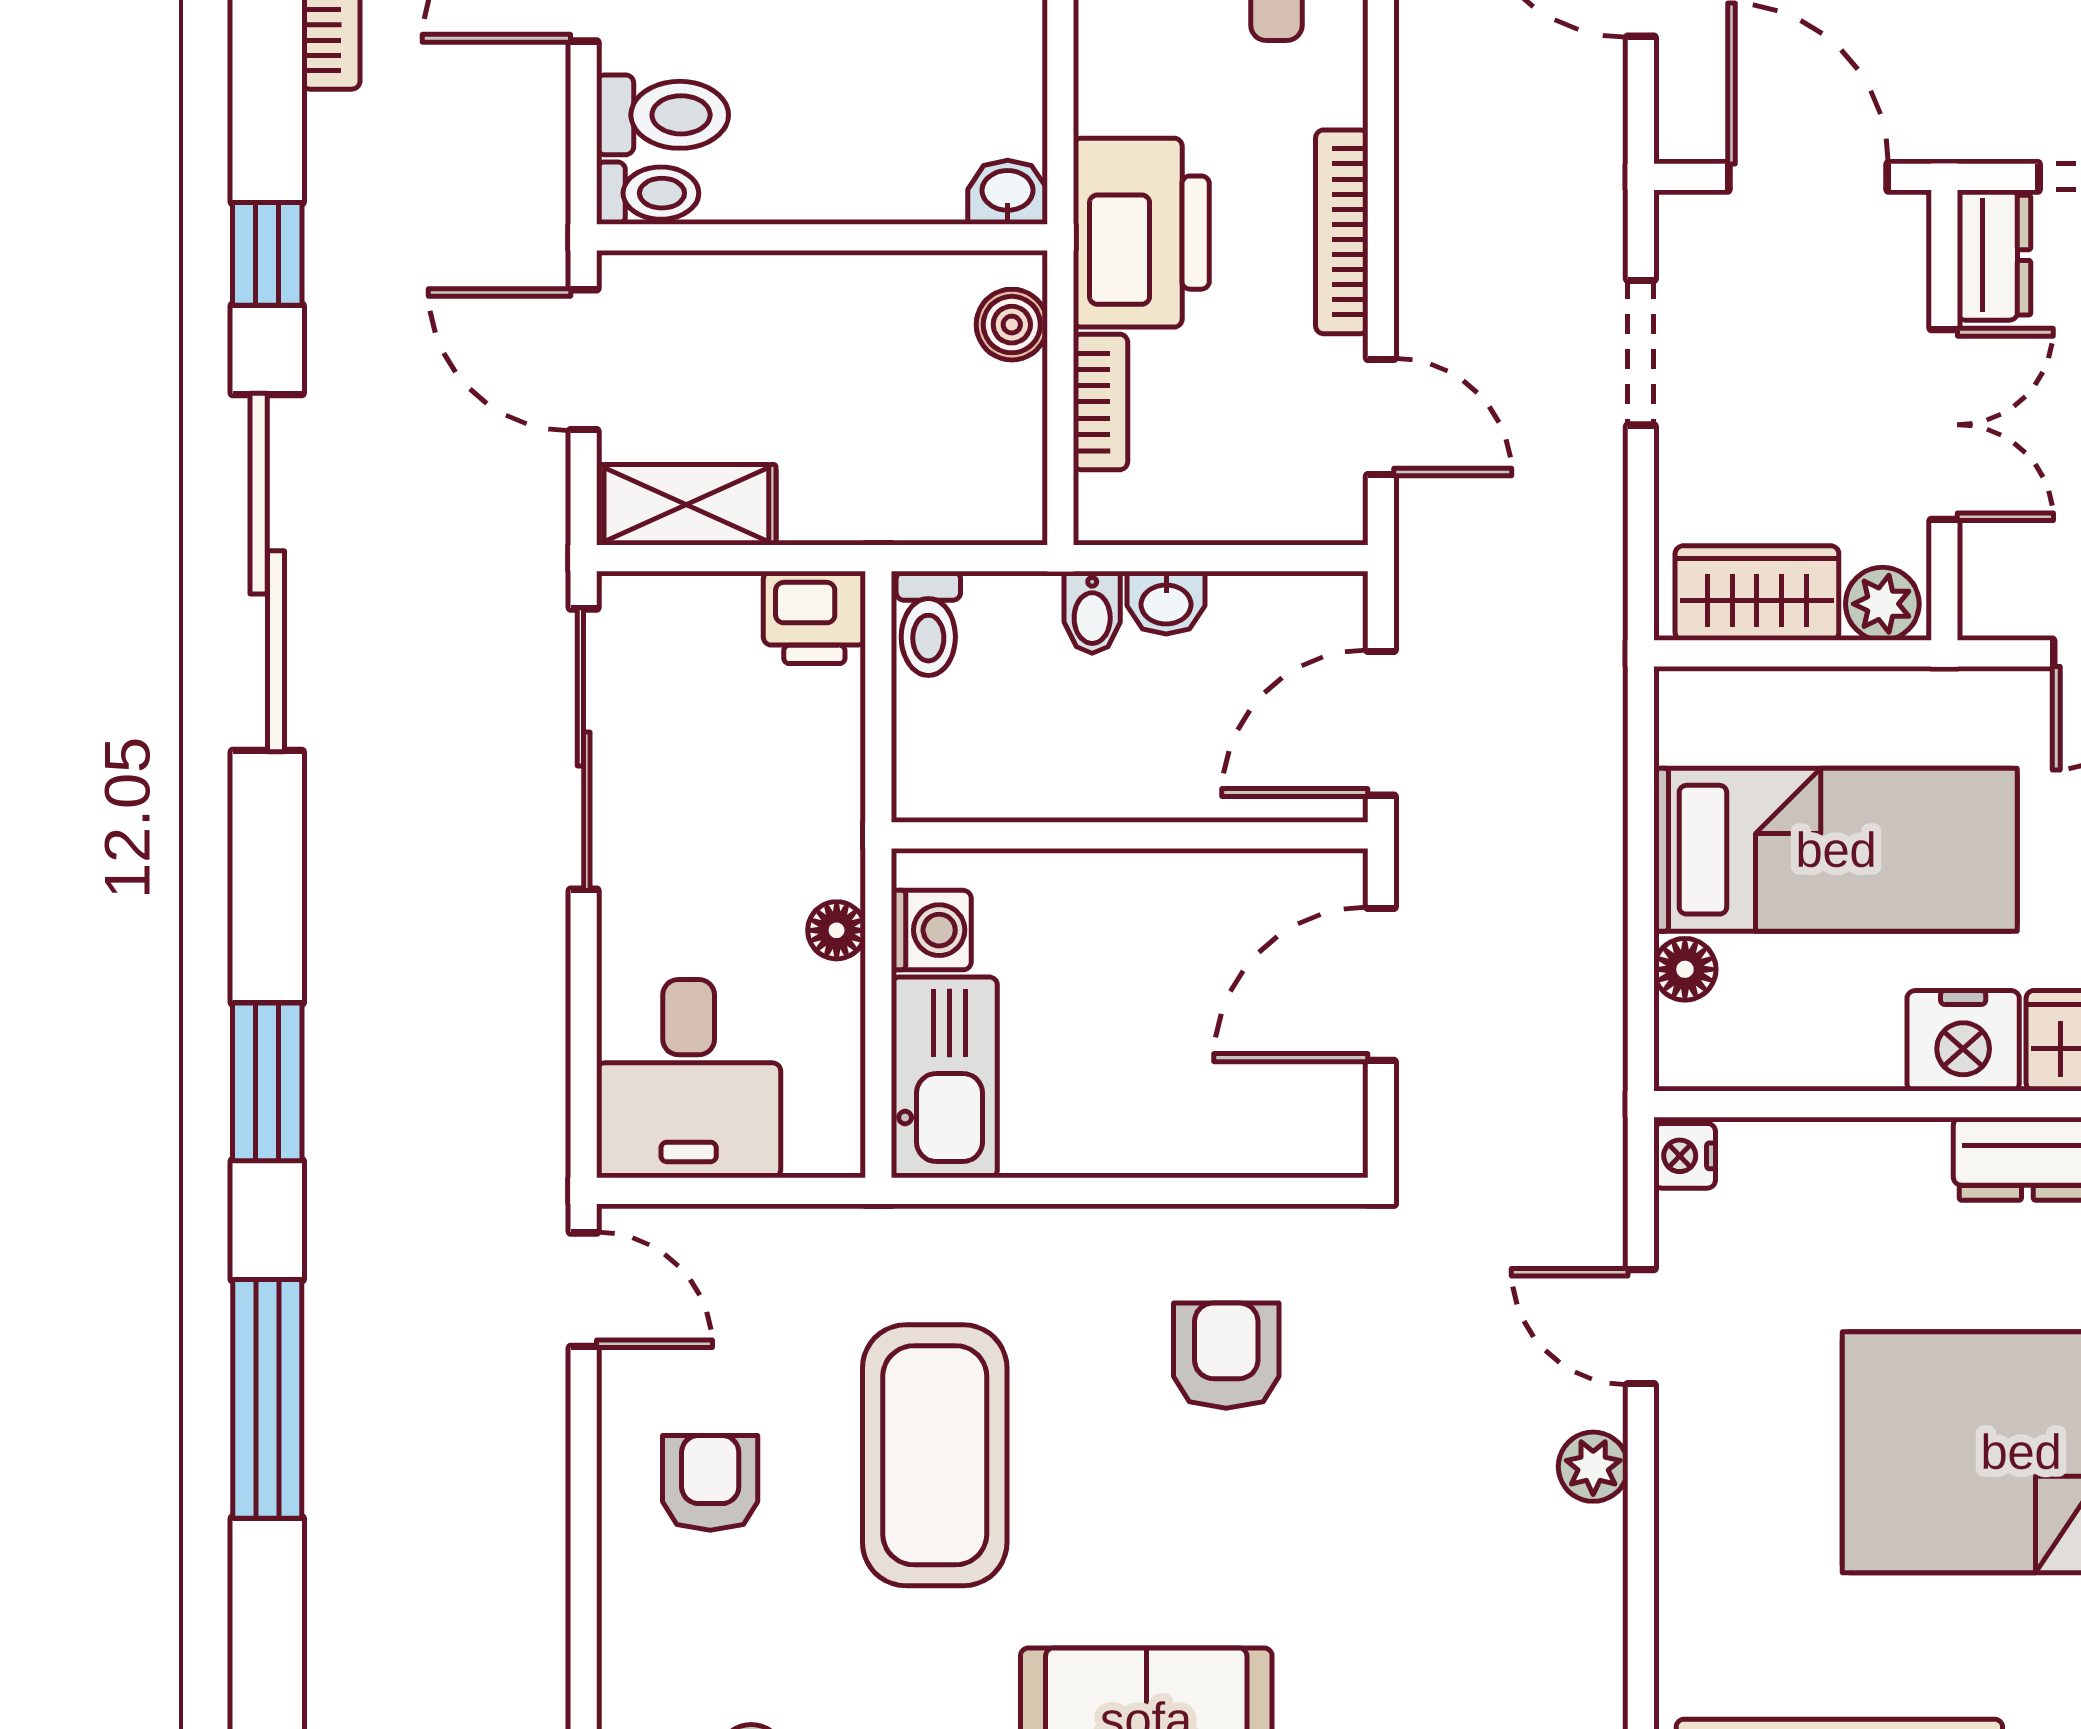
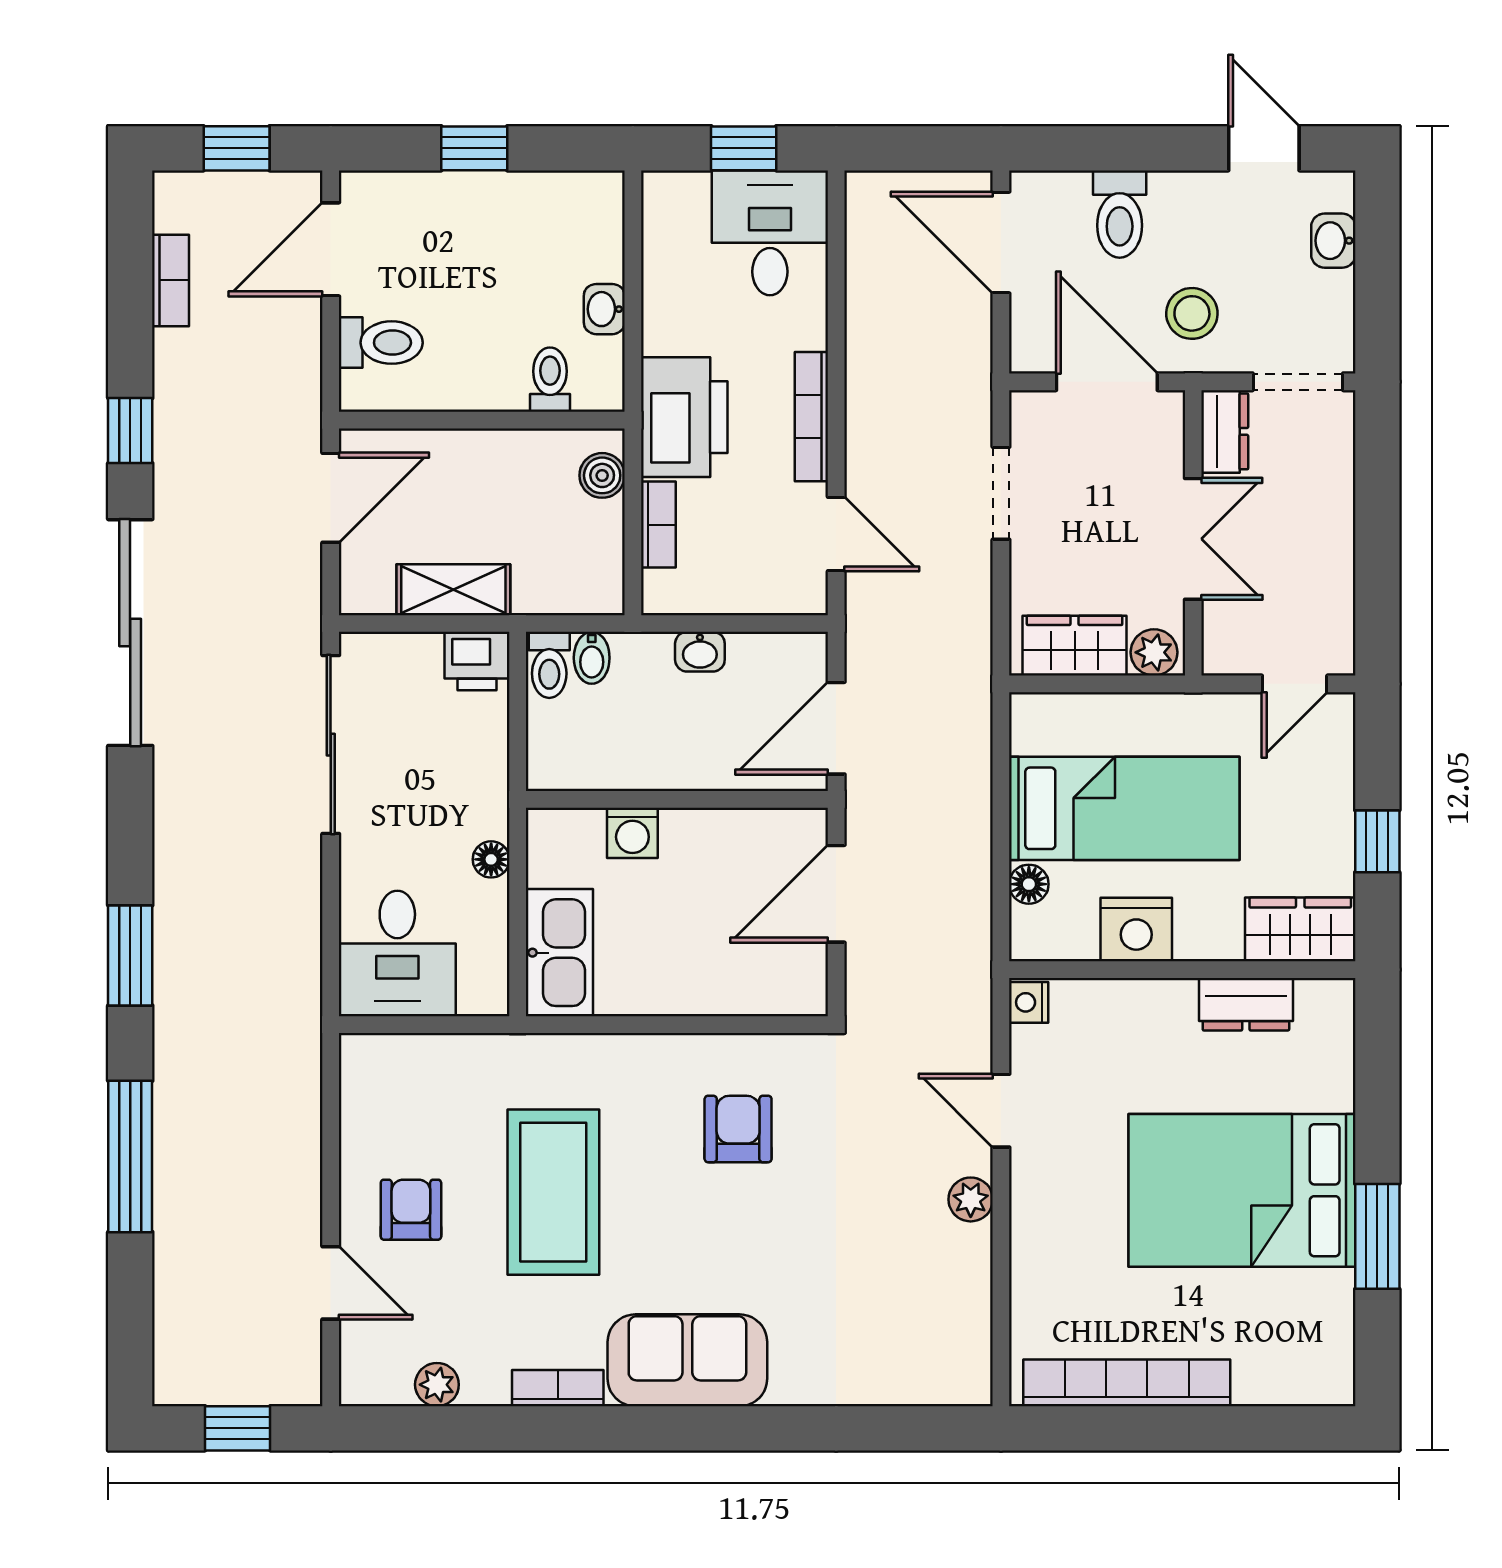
stool: (1942, 69) -> (1192, 313), added
washbasin: (1008, 192) -> (604, 309), moved, turned -90
toilet: (648, 193) -> (550, 380), moved, turned -90
door: (584, 360) -> (331, 498), swing flipped
shelving: (686, 505) -> (453, 590), moved
bidet: (1092, 612) -> (592, 658), moved
washing machine: (931, 930) -> (632, 833), moved, turned 90
nightstand: (1963, 1041) -> (1136, 929), moved
door: (584, 1290) -> (331, 1283), moved

